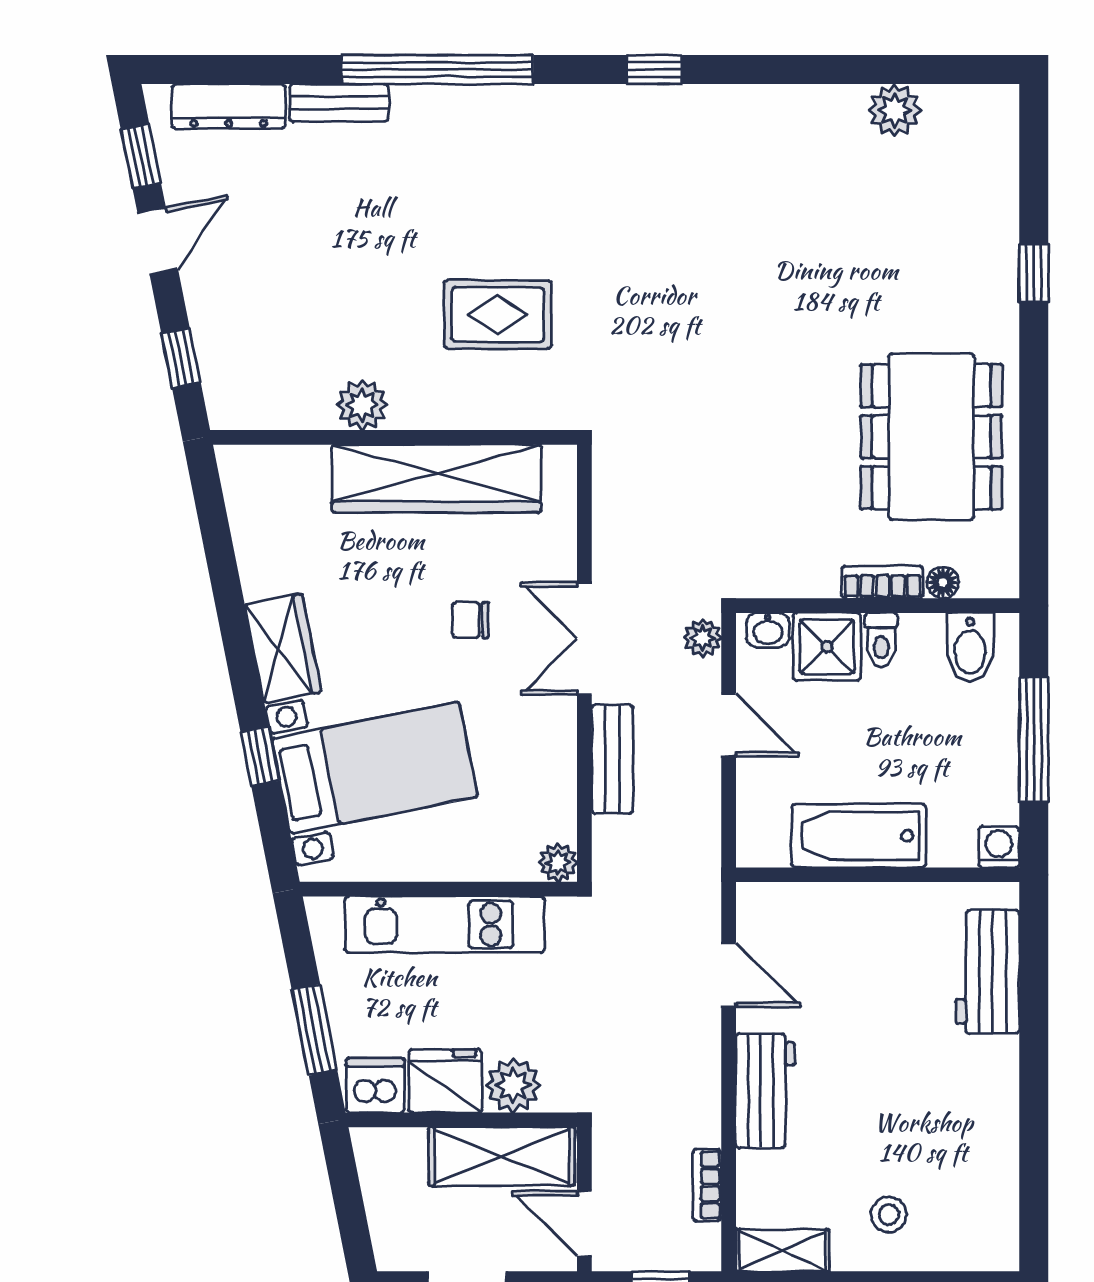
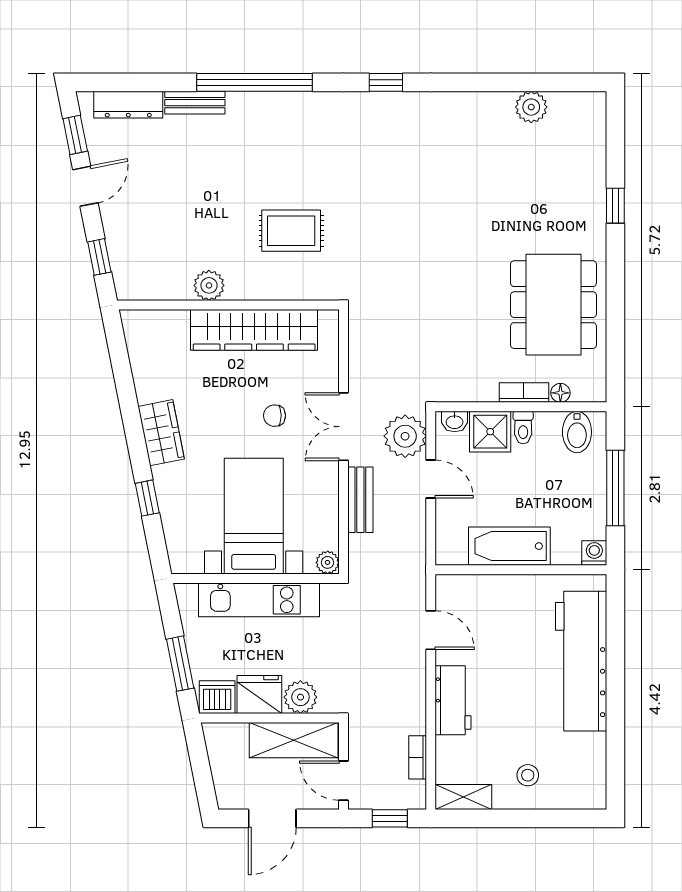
plant: (703, 638) -> (405, 436), width x1.88, depth x1.88
bed with nightstands: (375, 768) -> (254, 516), moved, turned -79
workbench: (988, 972) -> (581, 661), width x1.88, depth x1.32

